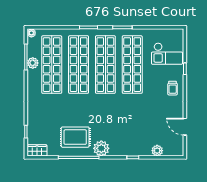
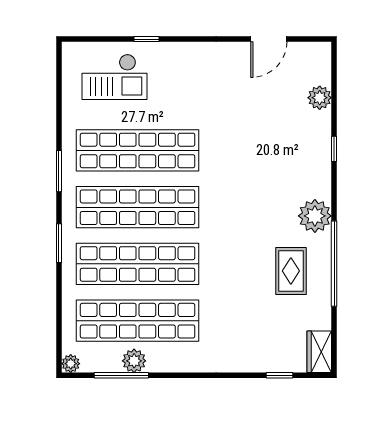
checkout: (167, 54) -> (114, 77), turned 90
trolley: (173, 88) -> (187, 65), removed
rug: (75, 137) -> (291, 271), width x0.73, depth x0.70

